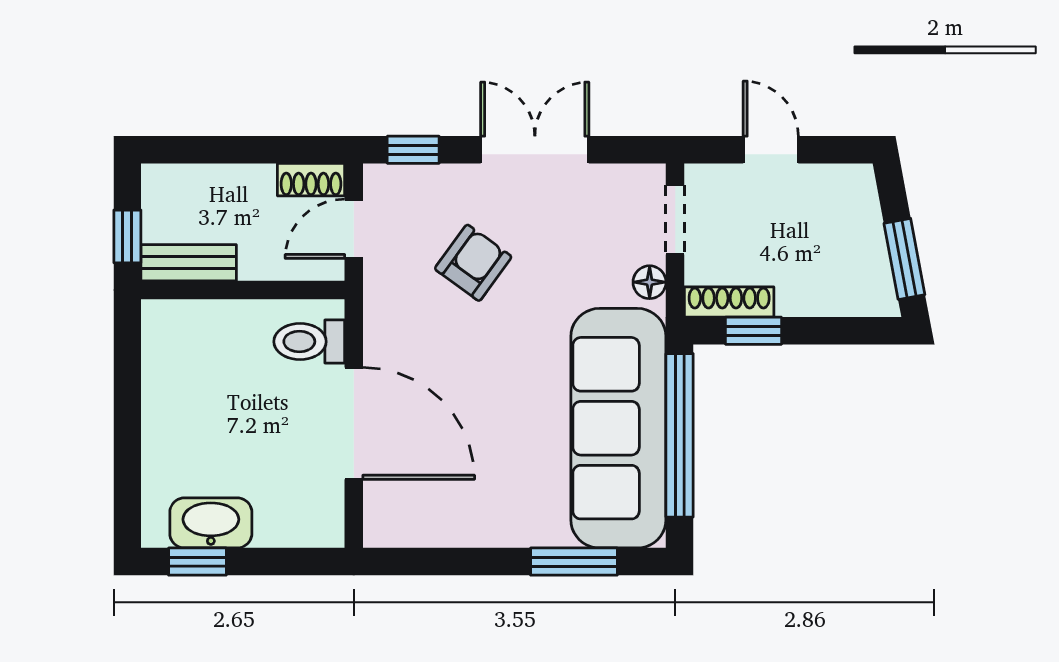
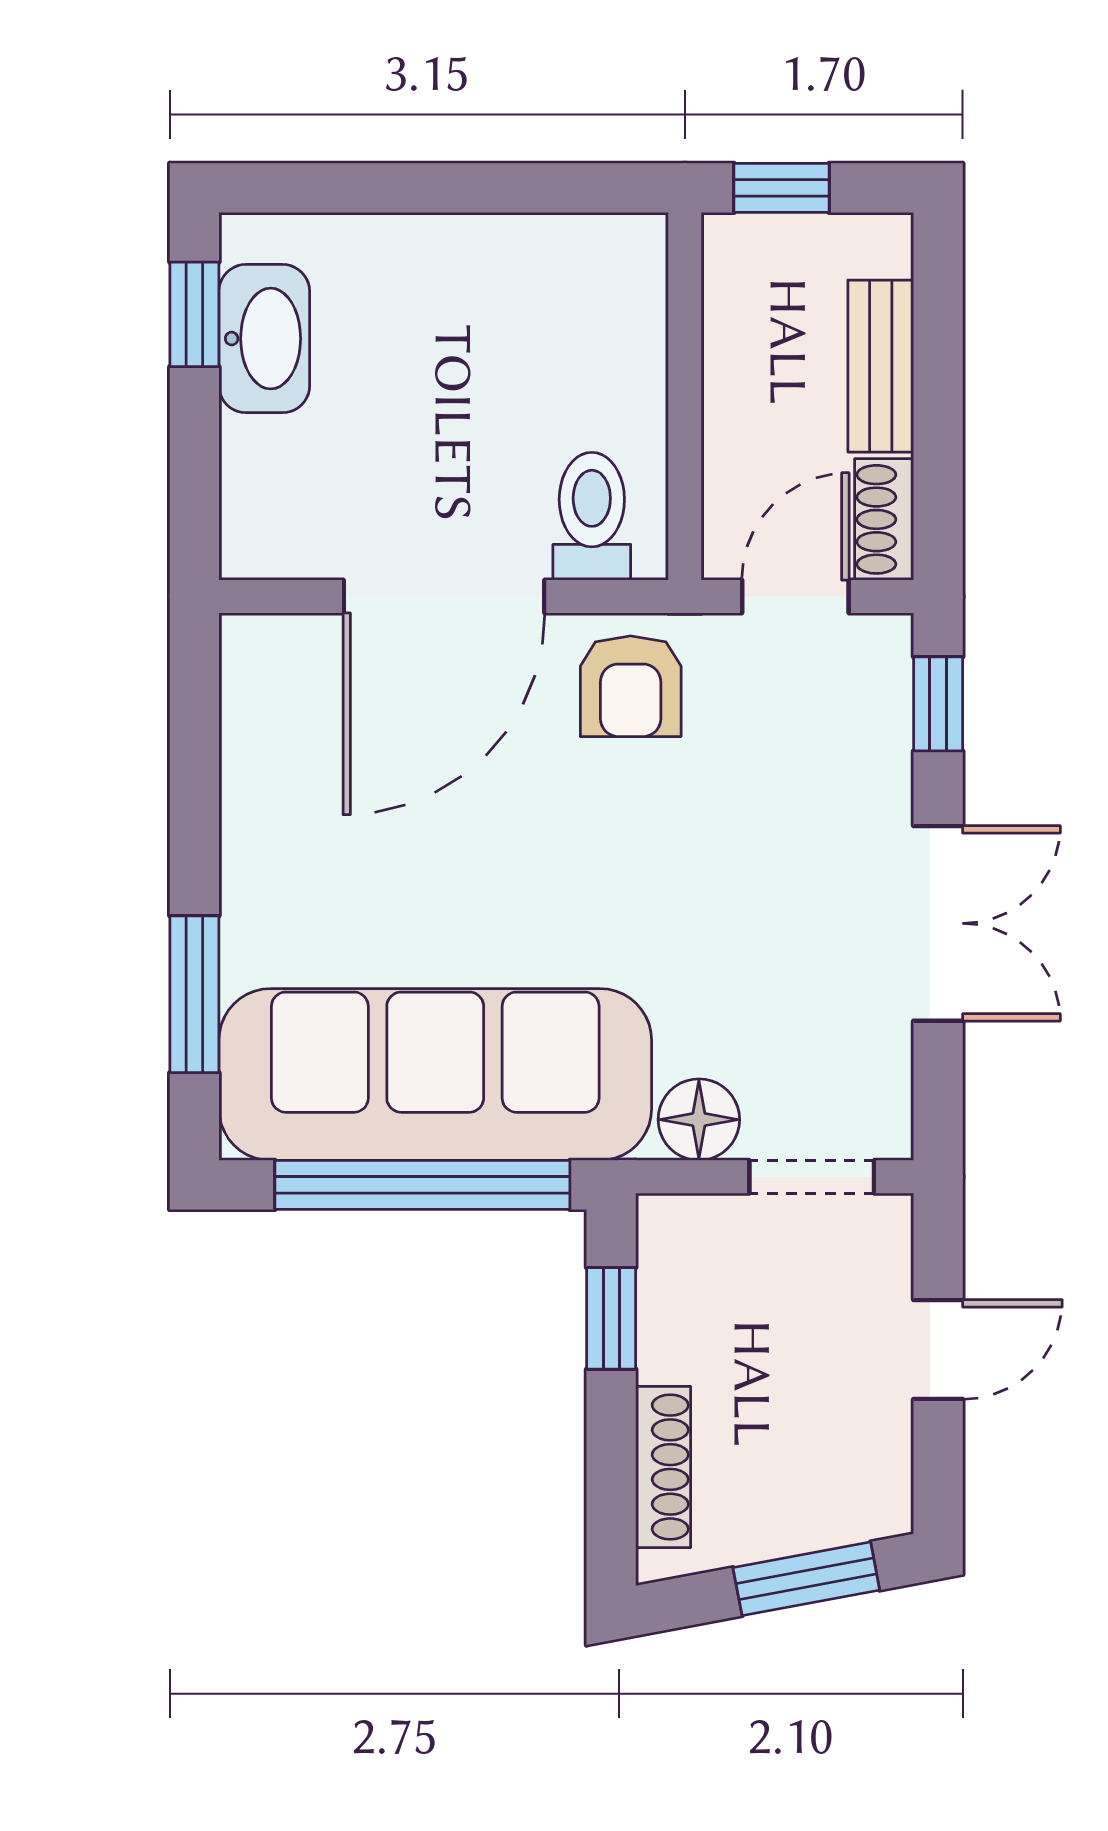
door: (354, 229) -> (795, 596), hinge flipped
window: (904, 259) -> (806, 1579), moved
bench: (189, 263) -> (881, 366), moved
armchair: (473, 263) -> (631, 686), moved, turned 54
floor lamp: (650, 282) -> (699, 1120), width x1.37, depth x1.37
shoe rack: (729, 302) -> (663, 1467), moved

